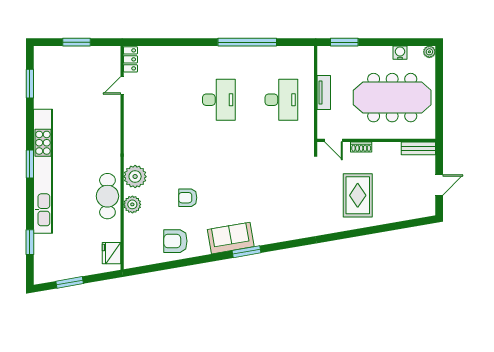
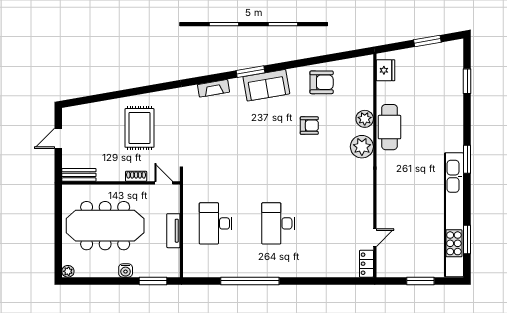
water cooler: (400, 53) -> (126, 270), moved
kitchen unit: (43, 171) -> (454, 215), moved
fireplace: (284, 235) -> (214, 88), added

